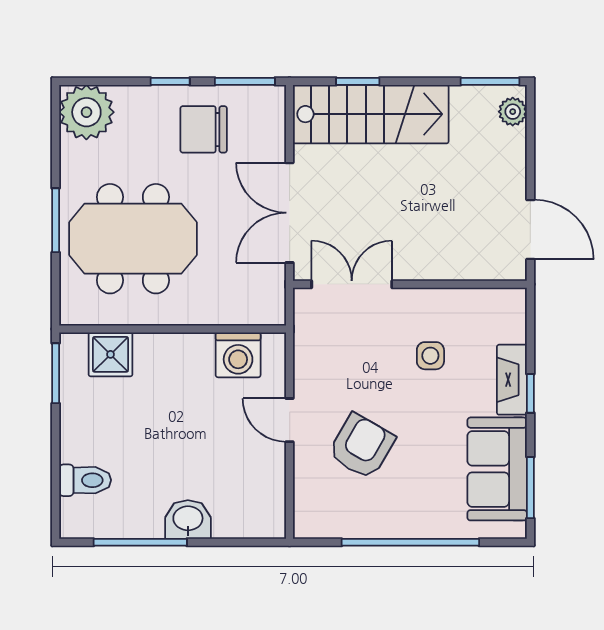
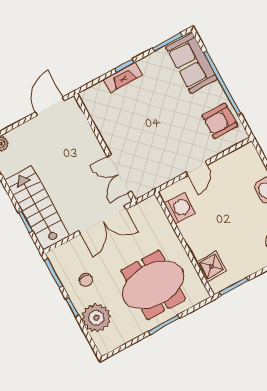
plant: (86, 112) -> (96, 318), moved
chair: (204, 129) -> (86, 280), width x0.54, depth x0.54
meeting table: (133, 239) -> (153, 285), turned 90
side table: (430, 356) -> (132, 120), removed
armchair: (362, 446) -> (220, 121), moved, turned -30
sofa: (497, 469) -> (192, 63), moved, turned 90

